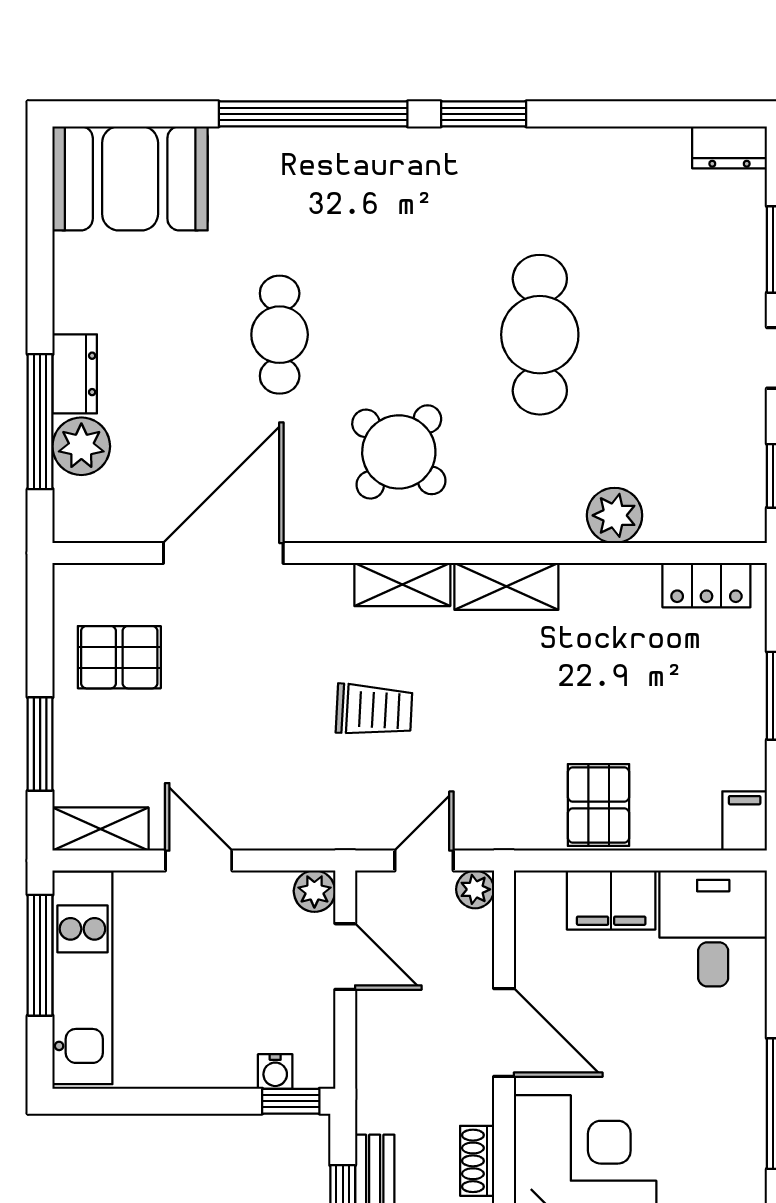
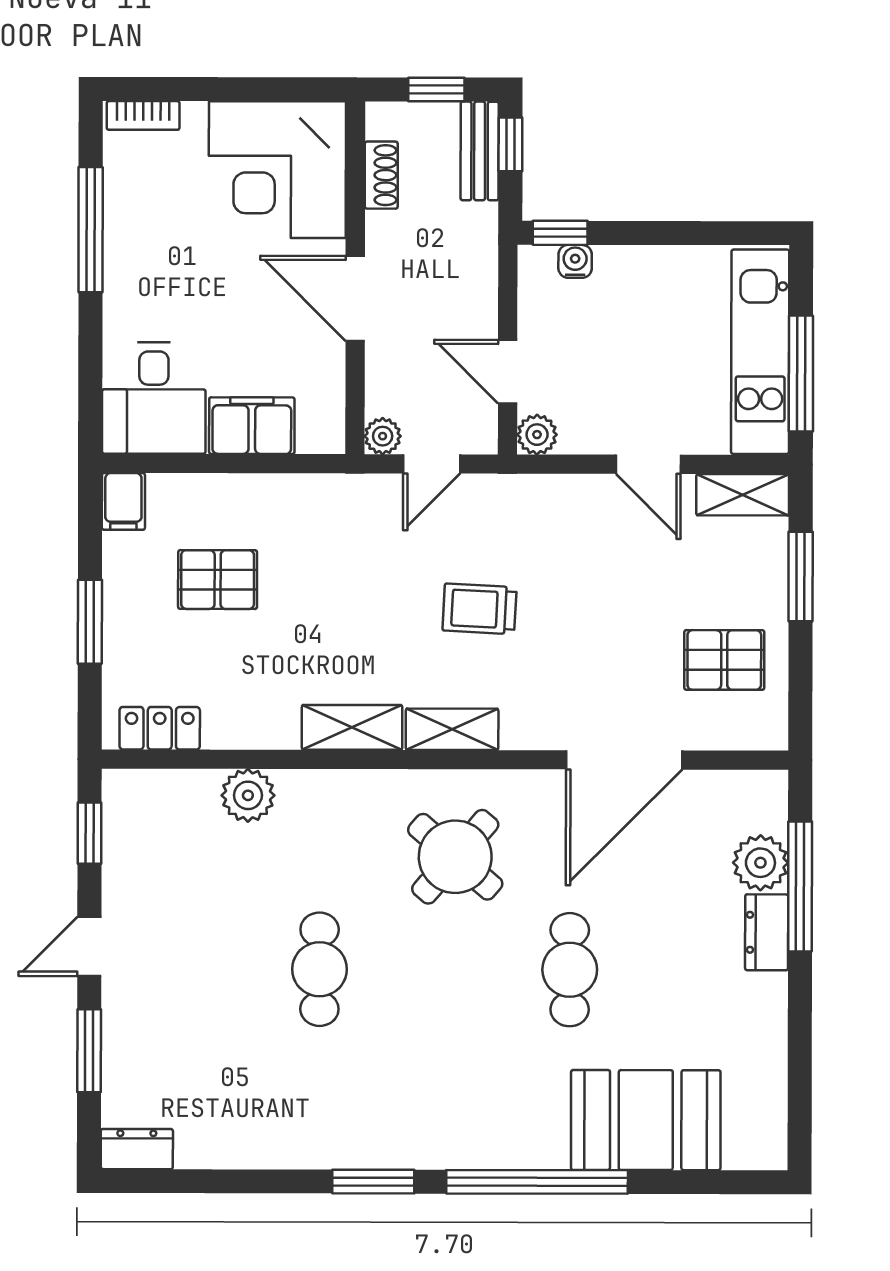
booth: (130, 178) -> (646, 1120), moved
cafe table: (540, 335) -> (320, 969), width x0.73, depth x0.74
pallet: (598, 805) -> (218, 580), moved, turned 90

